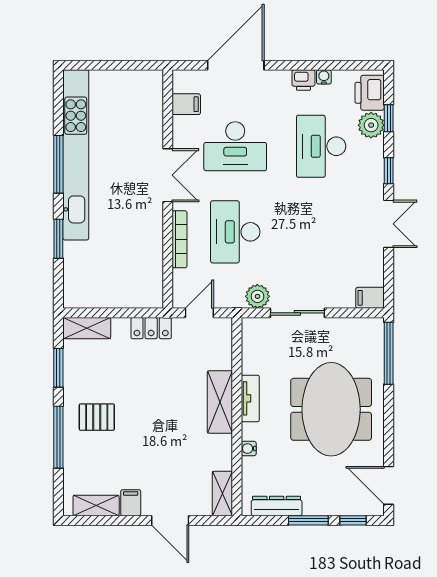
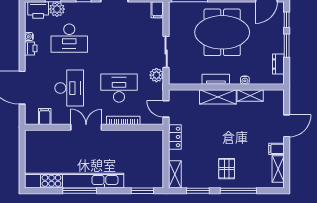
desk: (235, 232) -> (119, 88), turned 180
window: (58, 239) -> (142, 191), moved
shelving: (222, 493) -> (250, 96), moved
dresser: (277, 506) -> (278, 64), width x0.70

